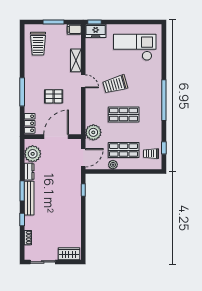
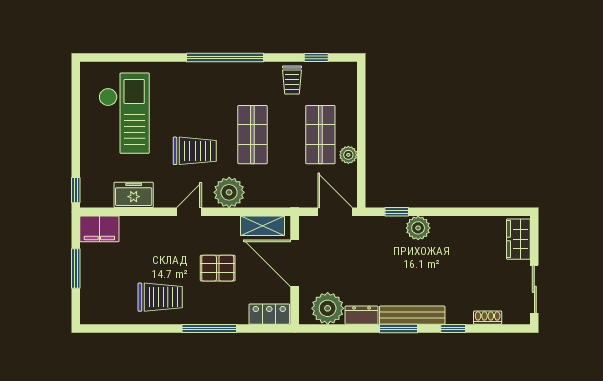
filing cabinet: (74, 29) -> (99, 229), width x2.00
freezer: (96, 31) -> (134, 195), moved, turned -90
trolley: (38, 44) -> (160, 297), moved
checkout: (135, 47) -> (124, 113), turned 180
shelving: (76, 60) -> (262, 226), moved
trolley: (115, 84) -> (195, 151), turned -74
pallet: (54, 96) -> (218, 268), turned 90
plant: (93, 132) -> (229, 192), moved
trolley: (151, 154) -> (292, 80), moved
plant: (75, 201) -> (418, 228), added

